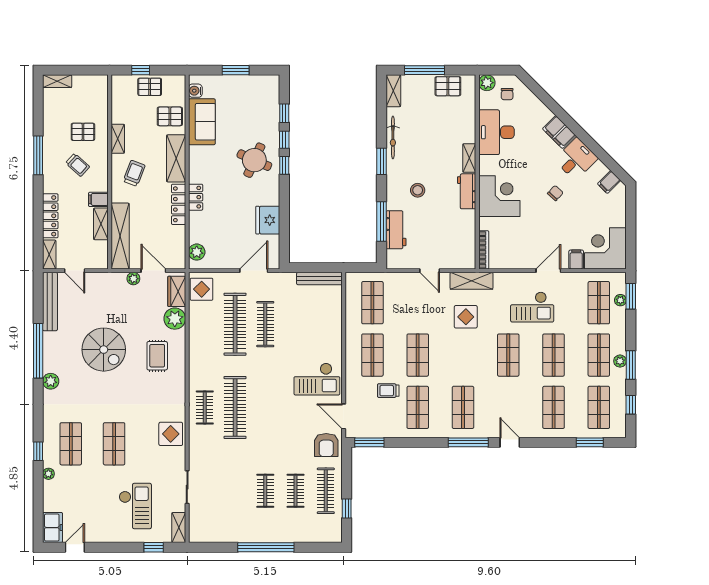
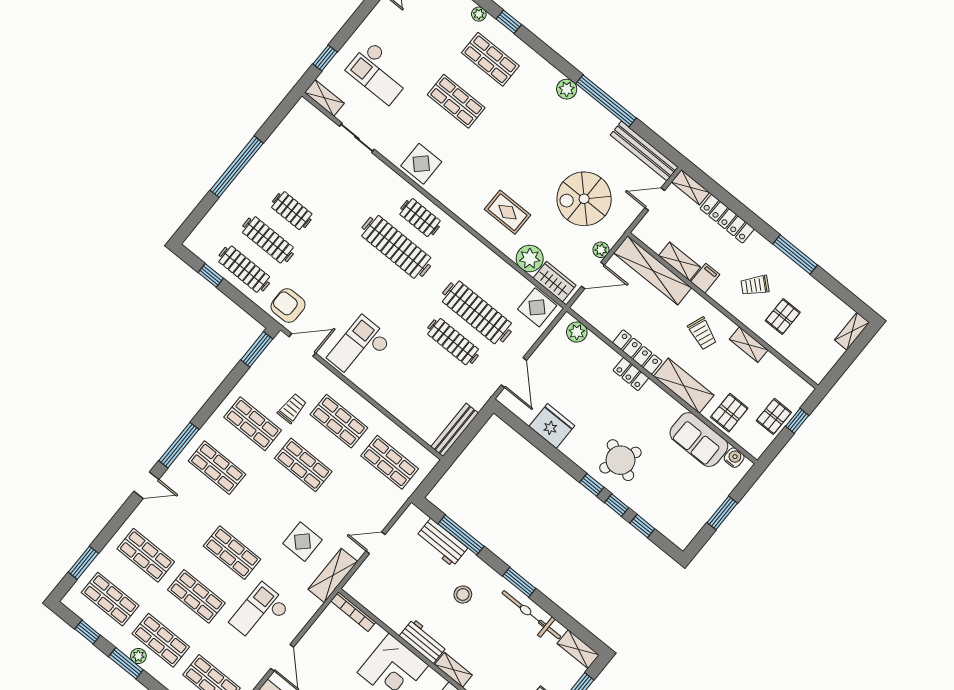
bicycle: (393, 137) -> (531, 615), width x1.37, depth x1.40
spiral stairs: (104, 350) -> (584, 199), moved
clothes rail: (296, 491) -> (268, 240), width x1.36

